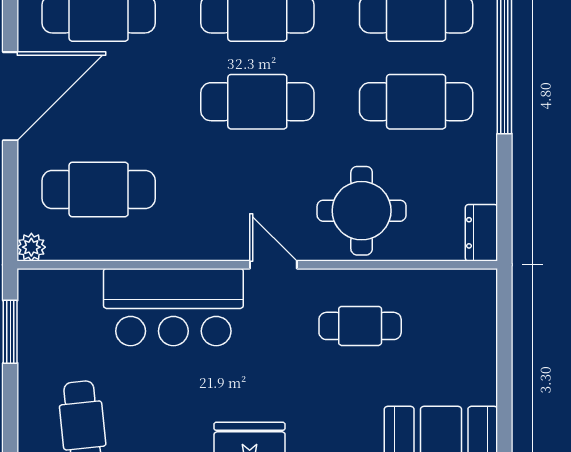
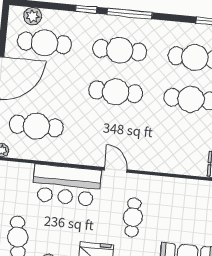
round table: (362, 211) -> (160, 148), removed
cafe table: (360, 326) -> (133, 217), moved, turned 90

